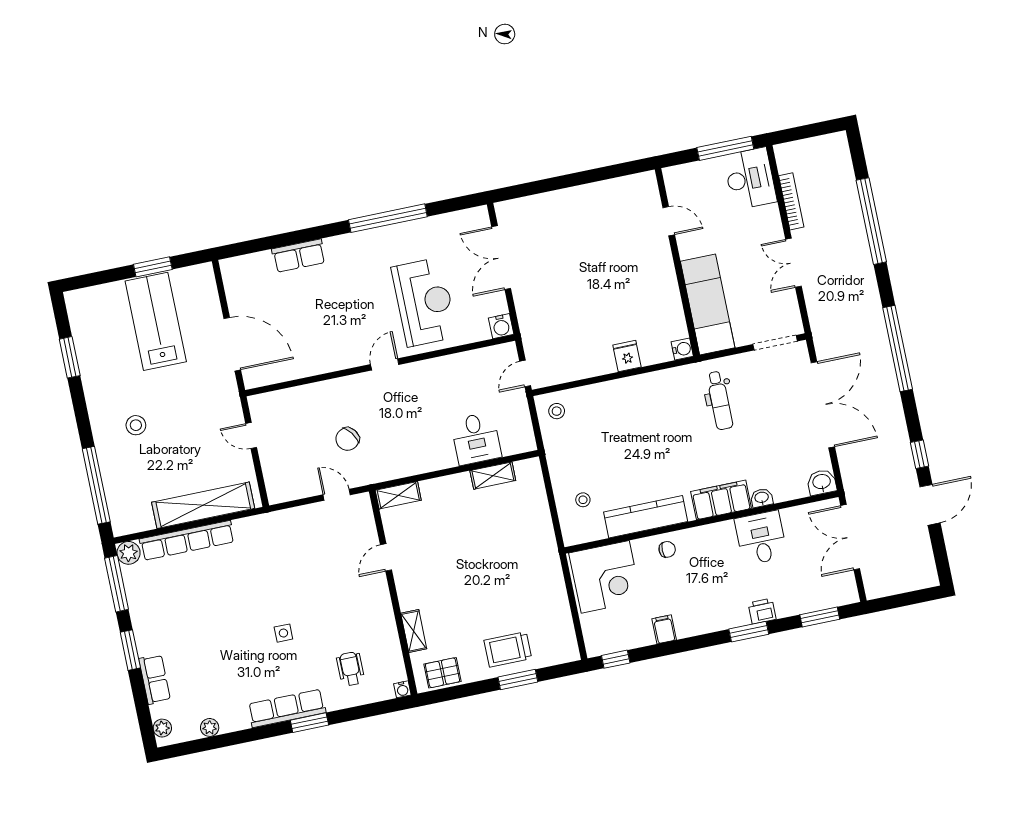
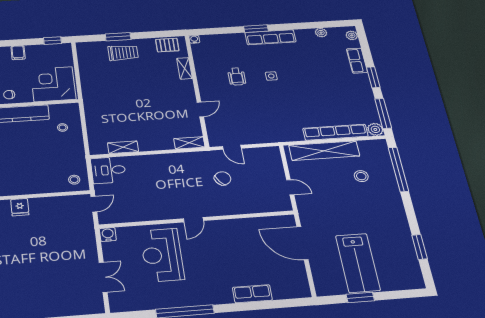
double door: (501, 258) -> (103, 277), width x0.73
stool: (136, 425) -> (361, 176), moved
desk: (476, 439) -> (108, 170), moved, turned -90
wheelchair: (351, 669) -> (237, 77), moved

